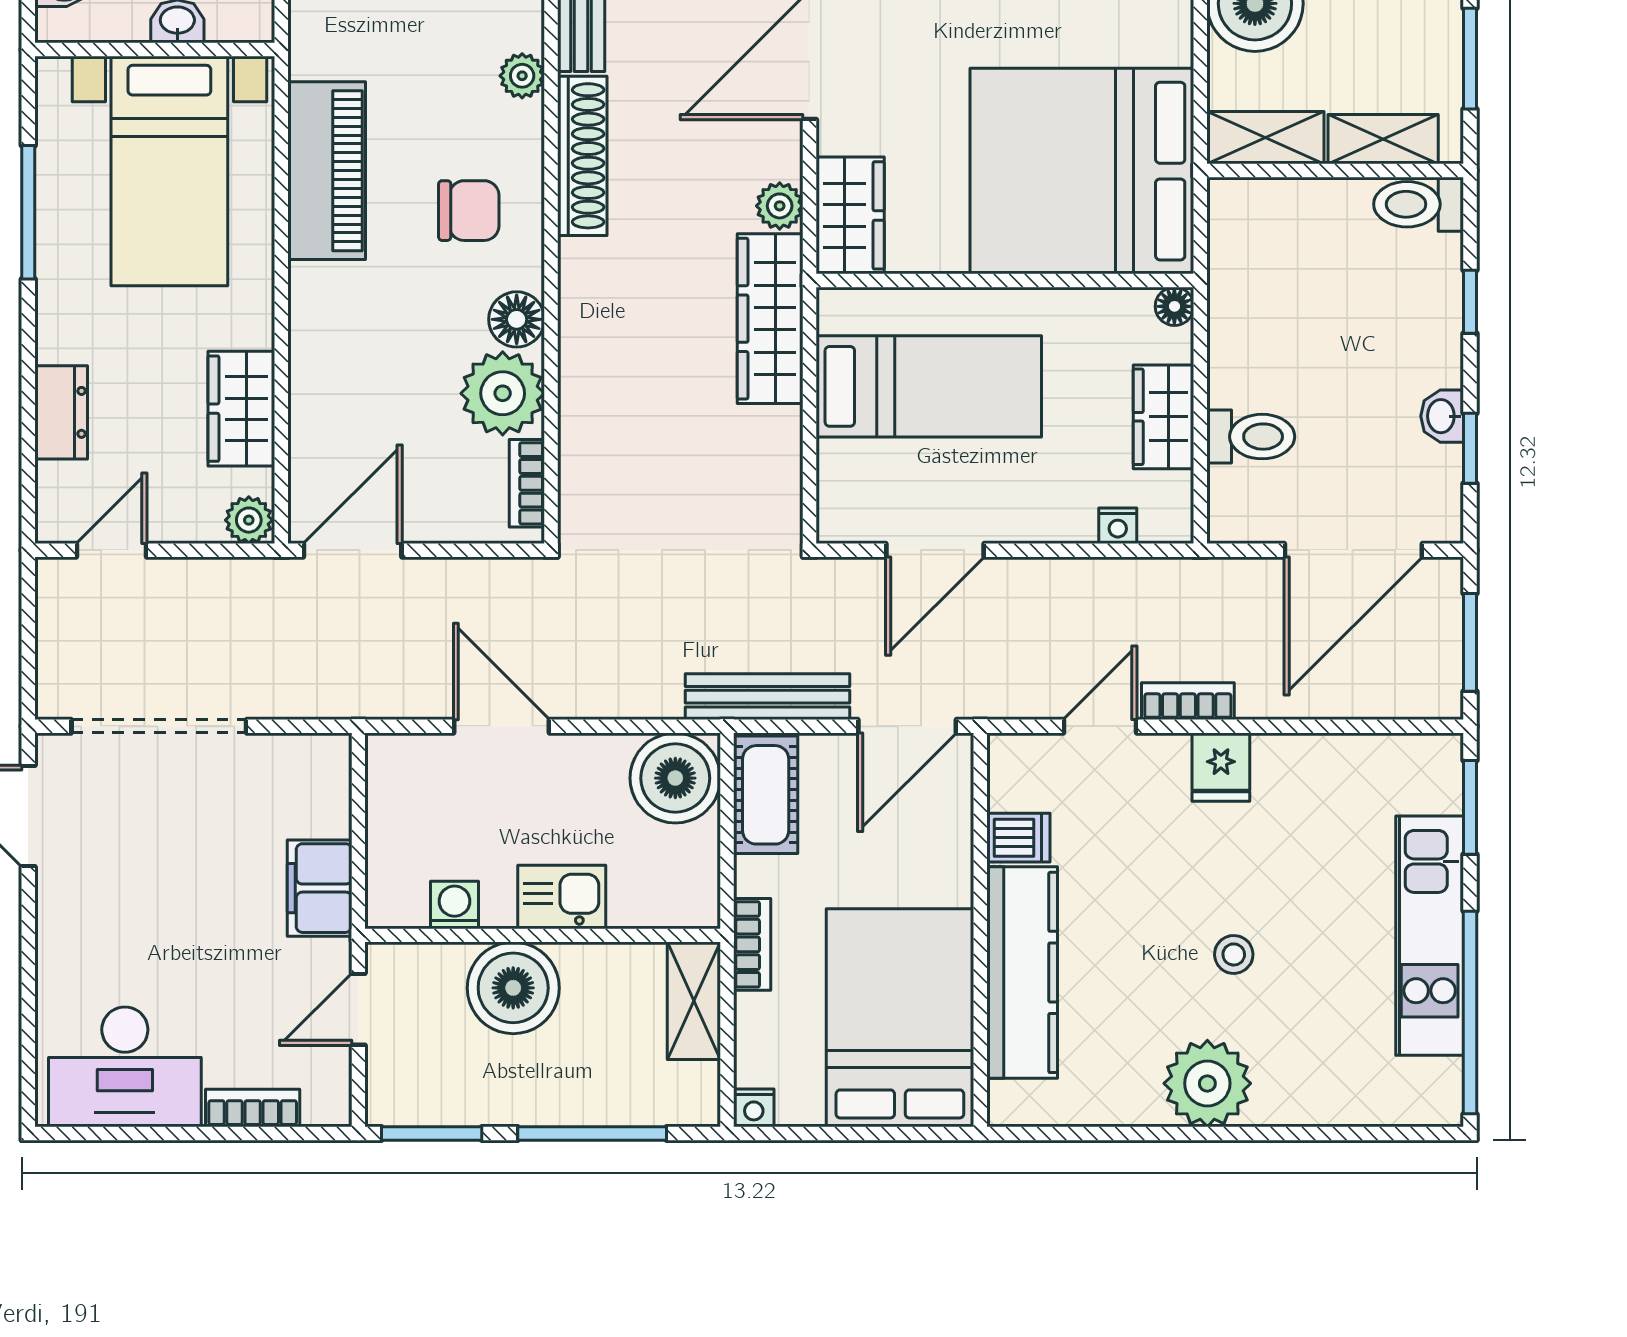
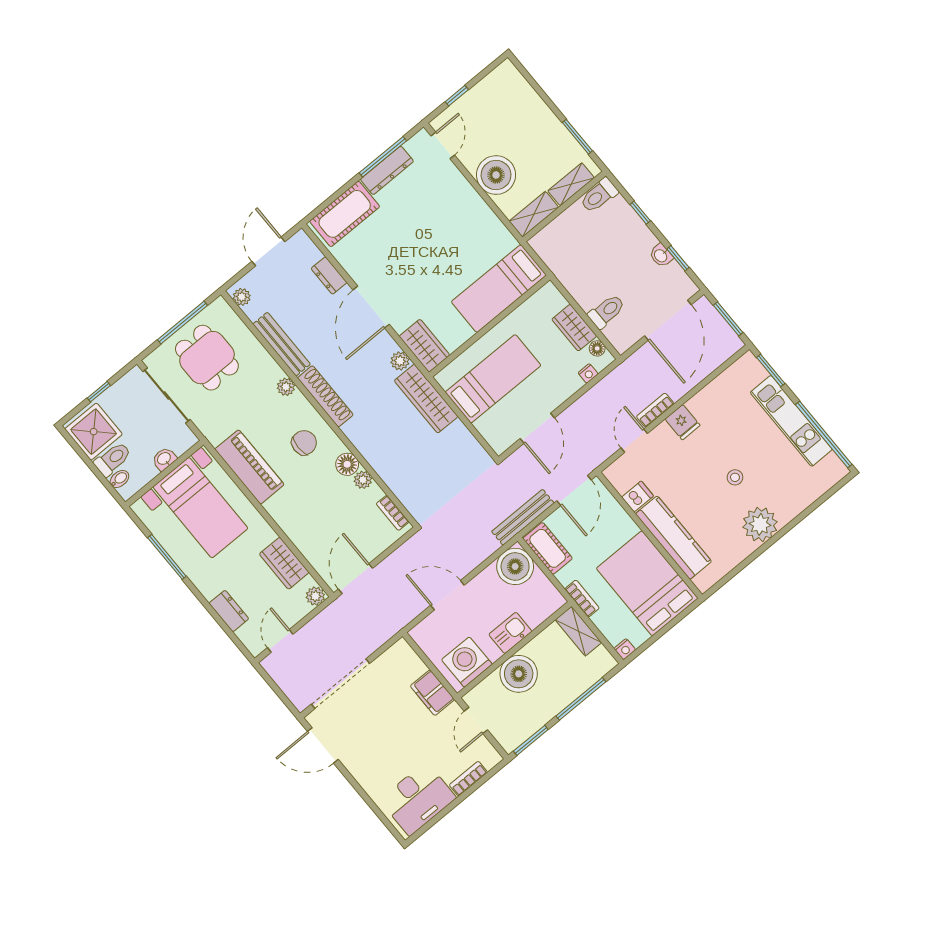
bed: (1082, 171) -> (499, 288), width x0.49
floor lamp: (1174, 306) -> (597, 348), moved
plant: (503, 393) -> (363, 480), width x0.53, depth x0.53
washing machine: (454, 905) -> (467, 662), width x1.89, depth x1.89

